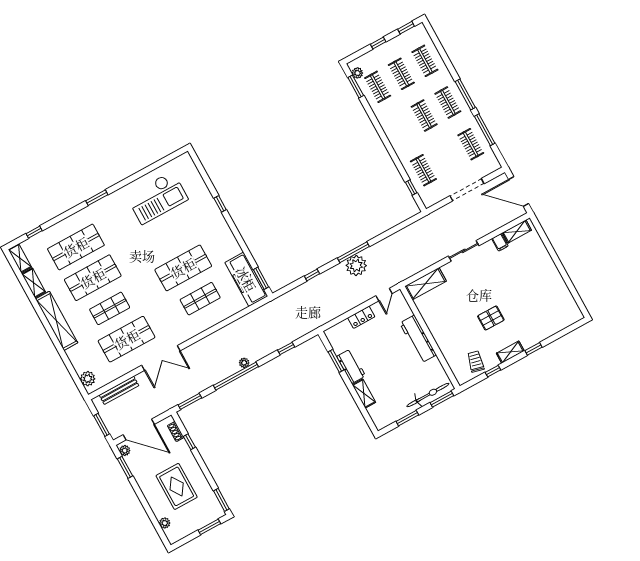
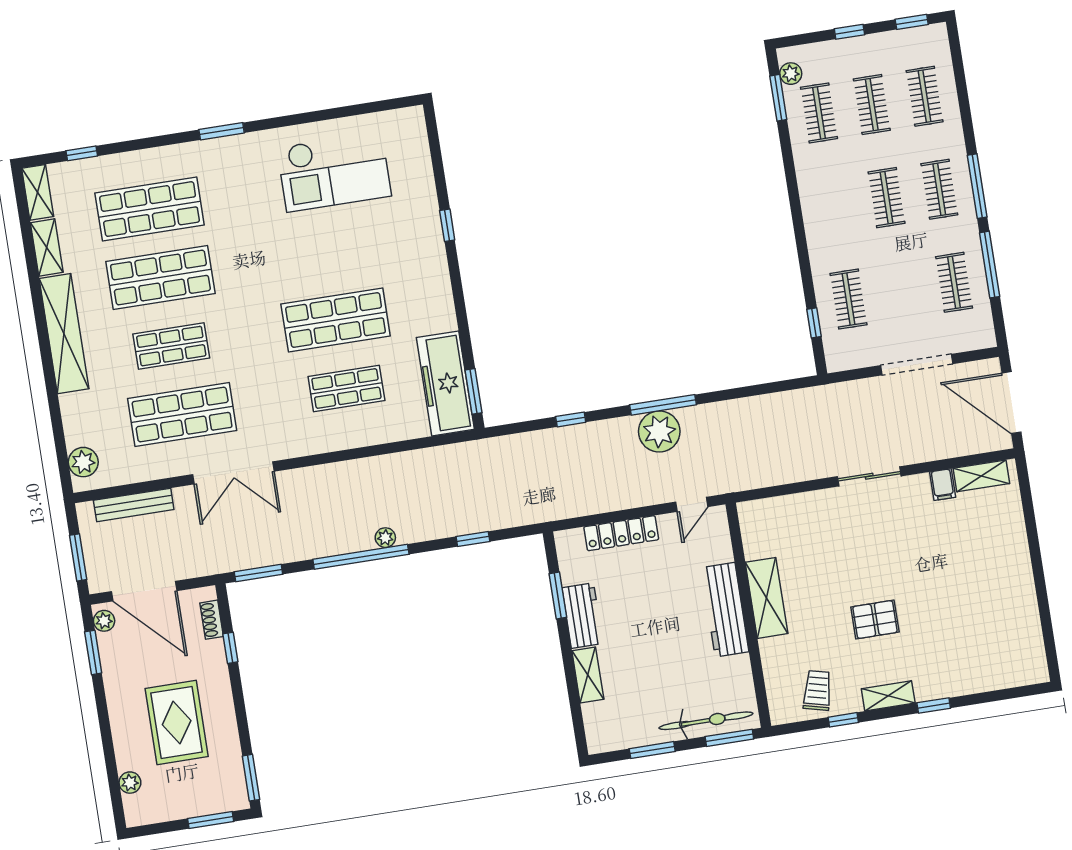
shelving: (426, 284) -> (766, 598), moved, turned 90
locker: (361, 317) -> (621, 533), width x1.53

